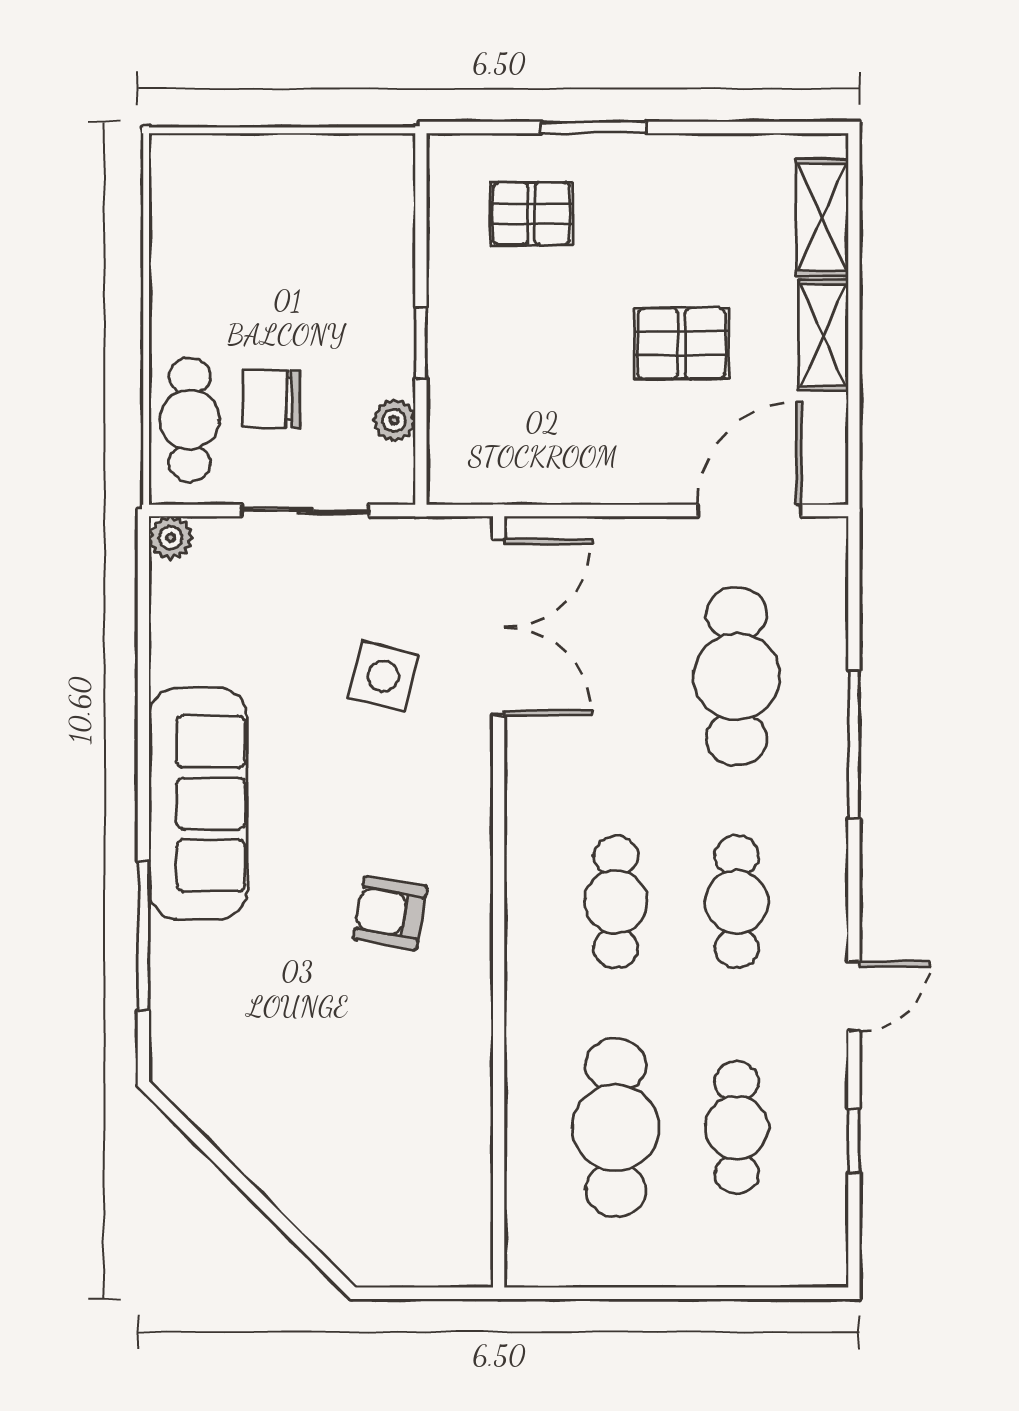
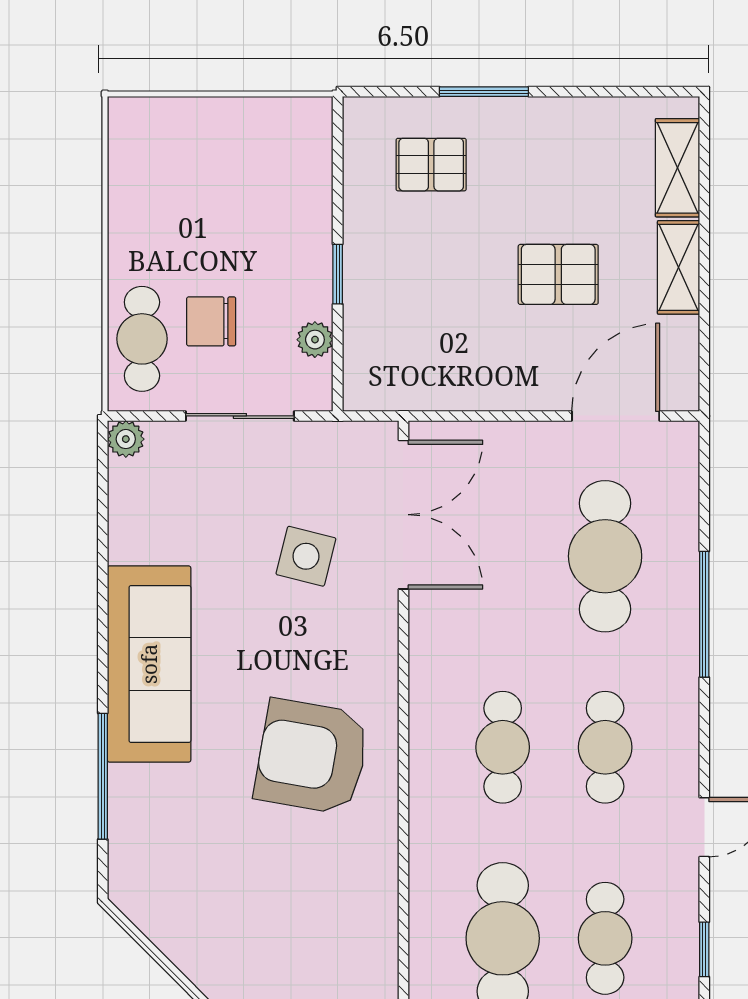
armchair: (390, 913) -> (312, 757), width x1.88, depth x1.88

